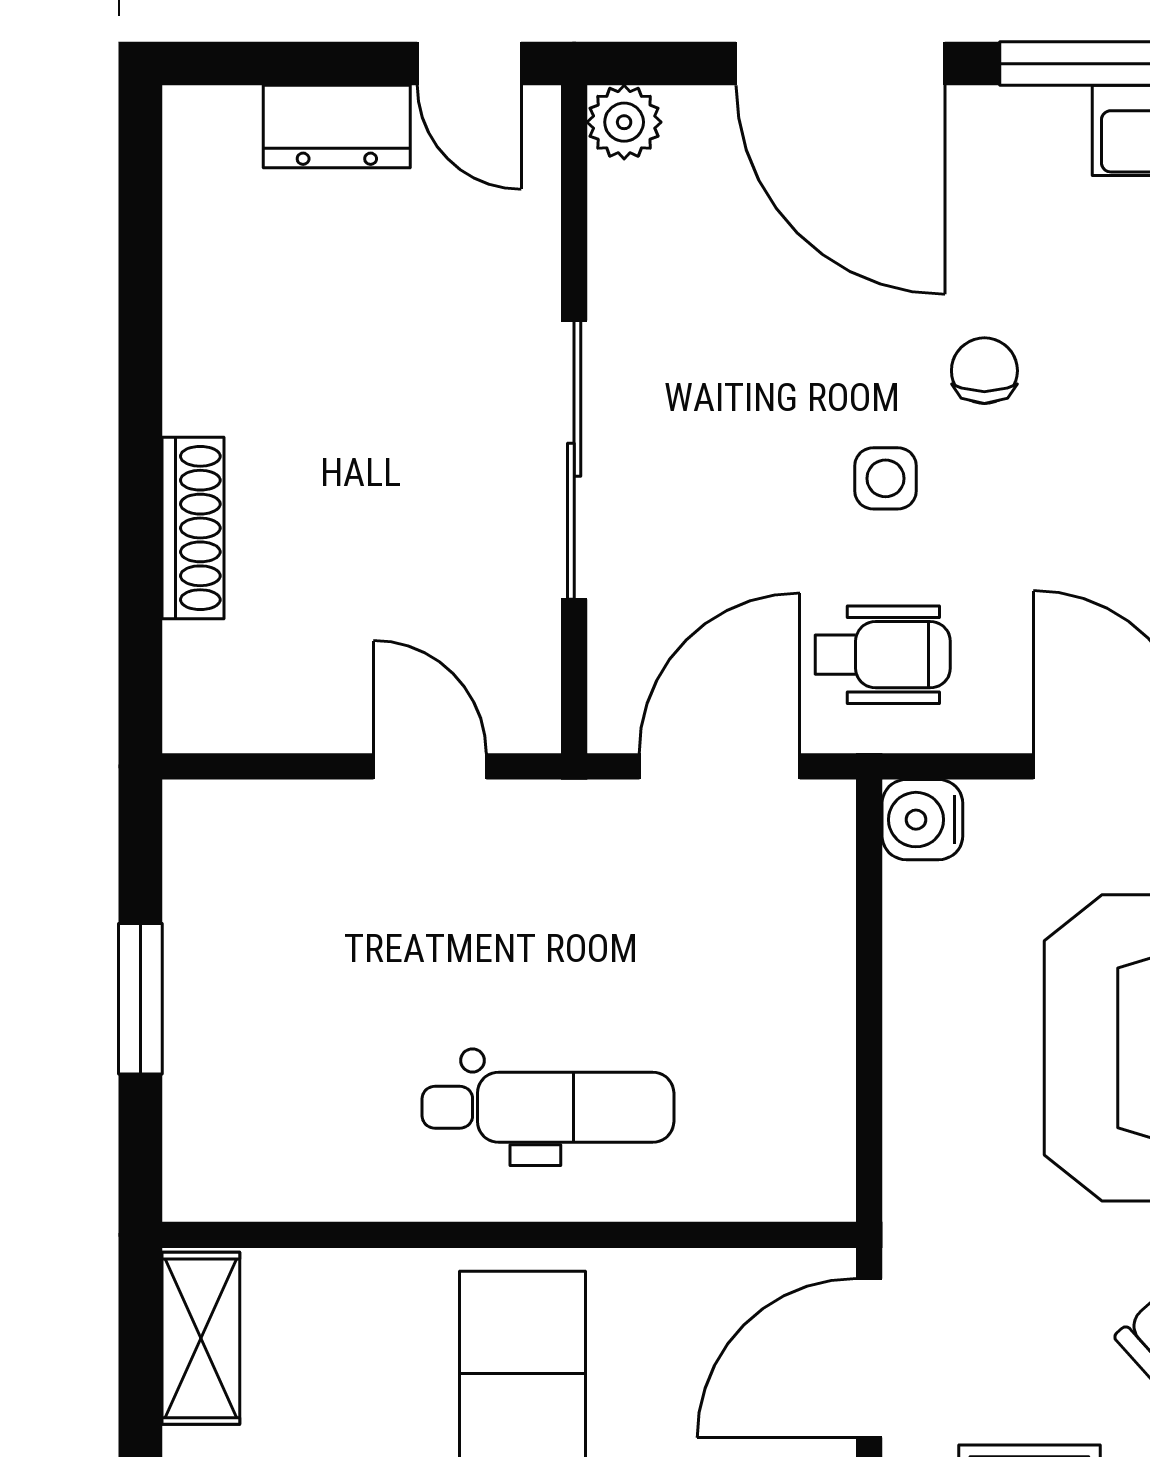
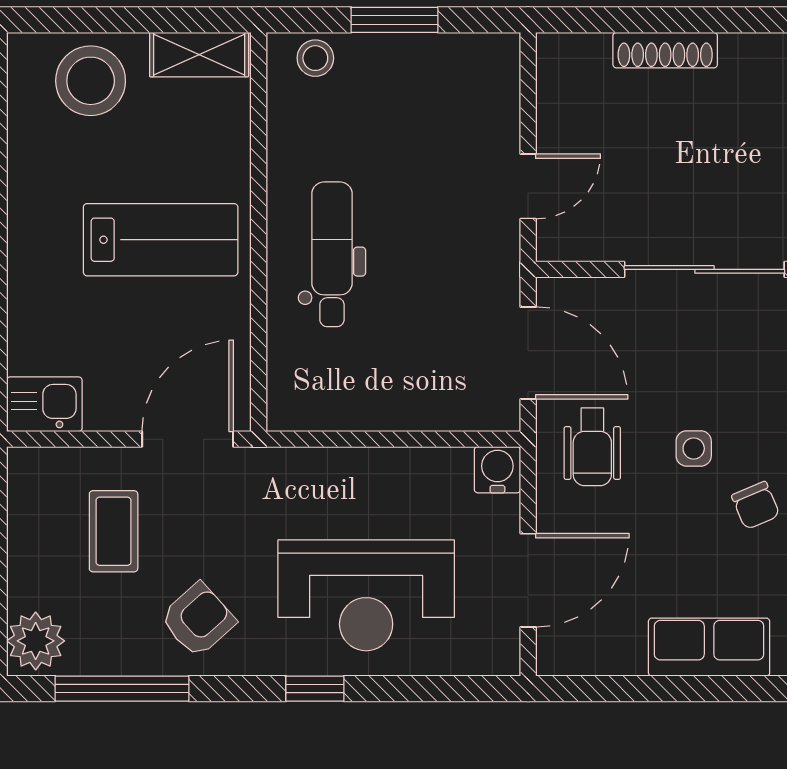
chair: (984, 371) -> (756, 505), turned 67
dental chair: (548, 1107) -> (332, 254), turned 180
stool: (207, 1136) -> (315, 58), added
door: (869, 1358) -> (188, 439), hinge flipped

